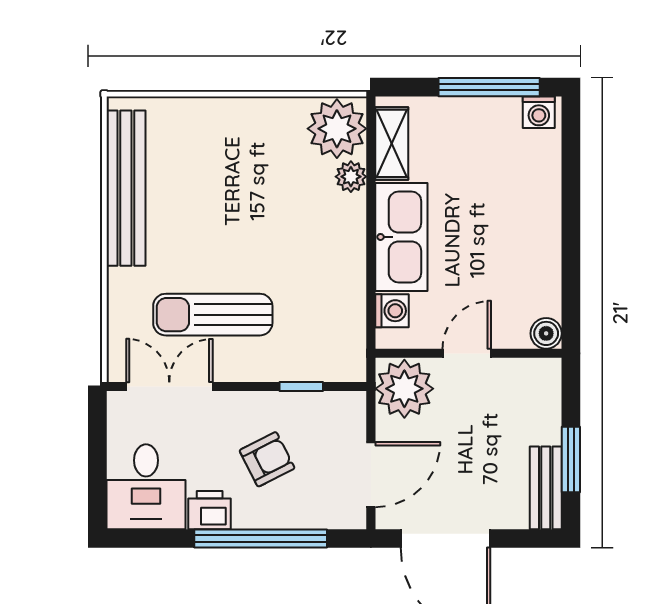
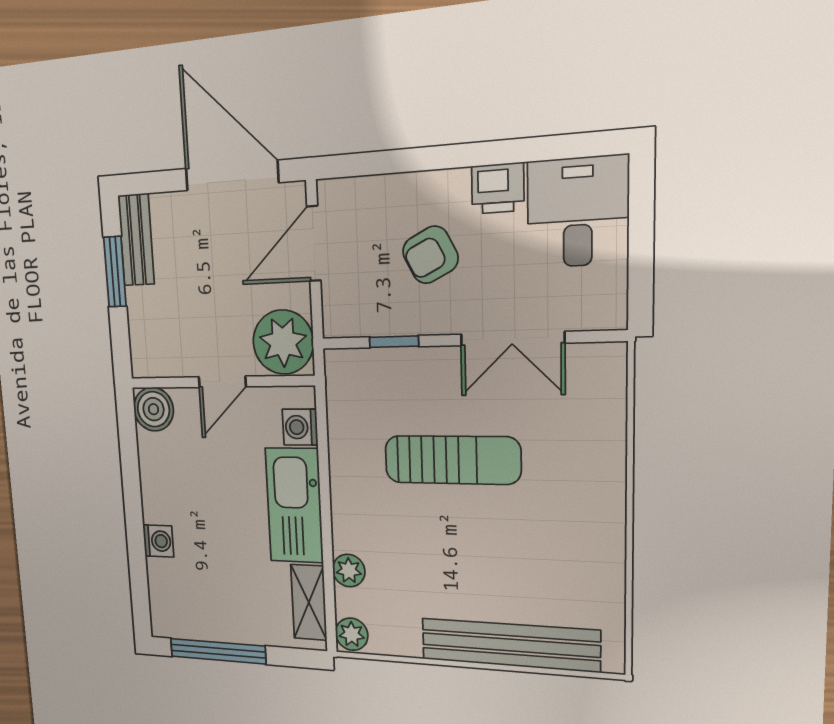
washing machine: (539, 112) -> (158, 541), moved, turned 90
plant: (337, 129) -> (352, 634), width x0.53, depth x0.53
bench: (126, 188) -> (509, 645), moved, turned 90
sun lounger: (213, 315) -> (452, 460), moved
boiler: (546, 333) -> (153, 409), width x1.36, depth x1.36
double door: (169, 386) -> (512, 339), moved
window: (261, 539) -> (436, 158), removed

